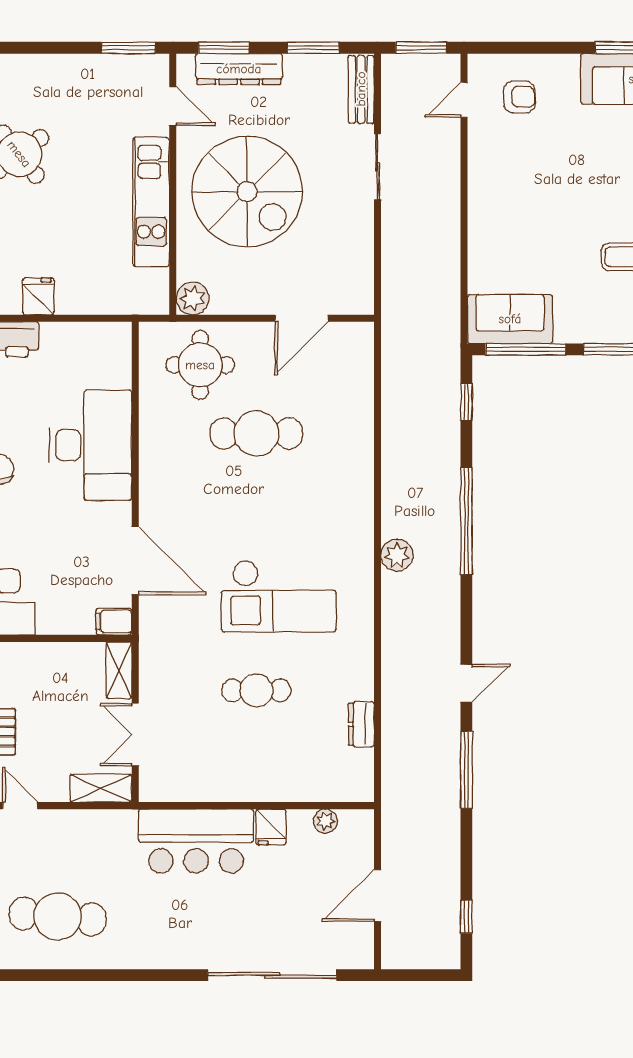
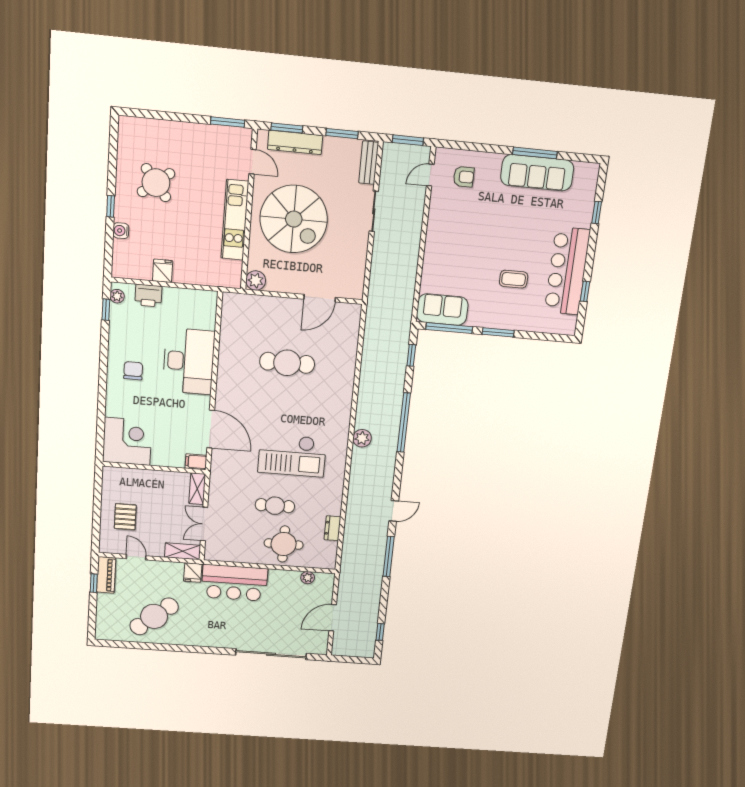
round table: (200, 365) -> (284, 544), moved
fridge: (271, 827) -> (193, 573), moved
cafe table: (58, 916) -> (154, 616), turned -45

